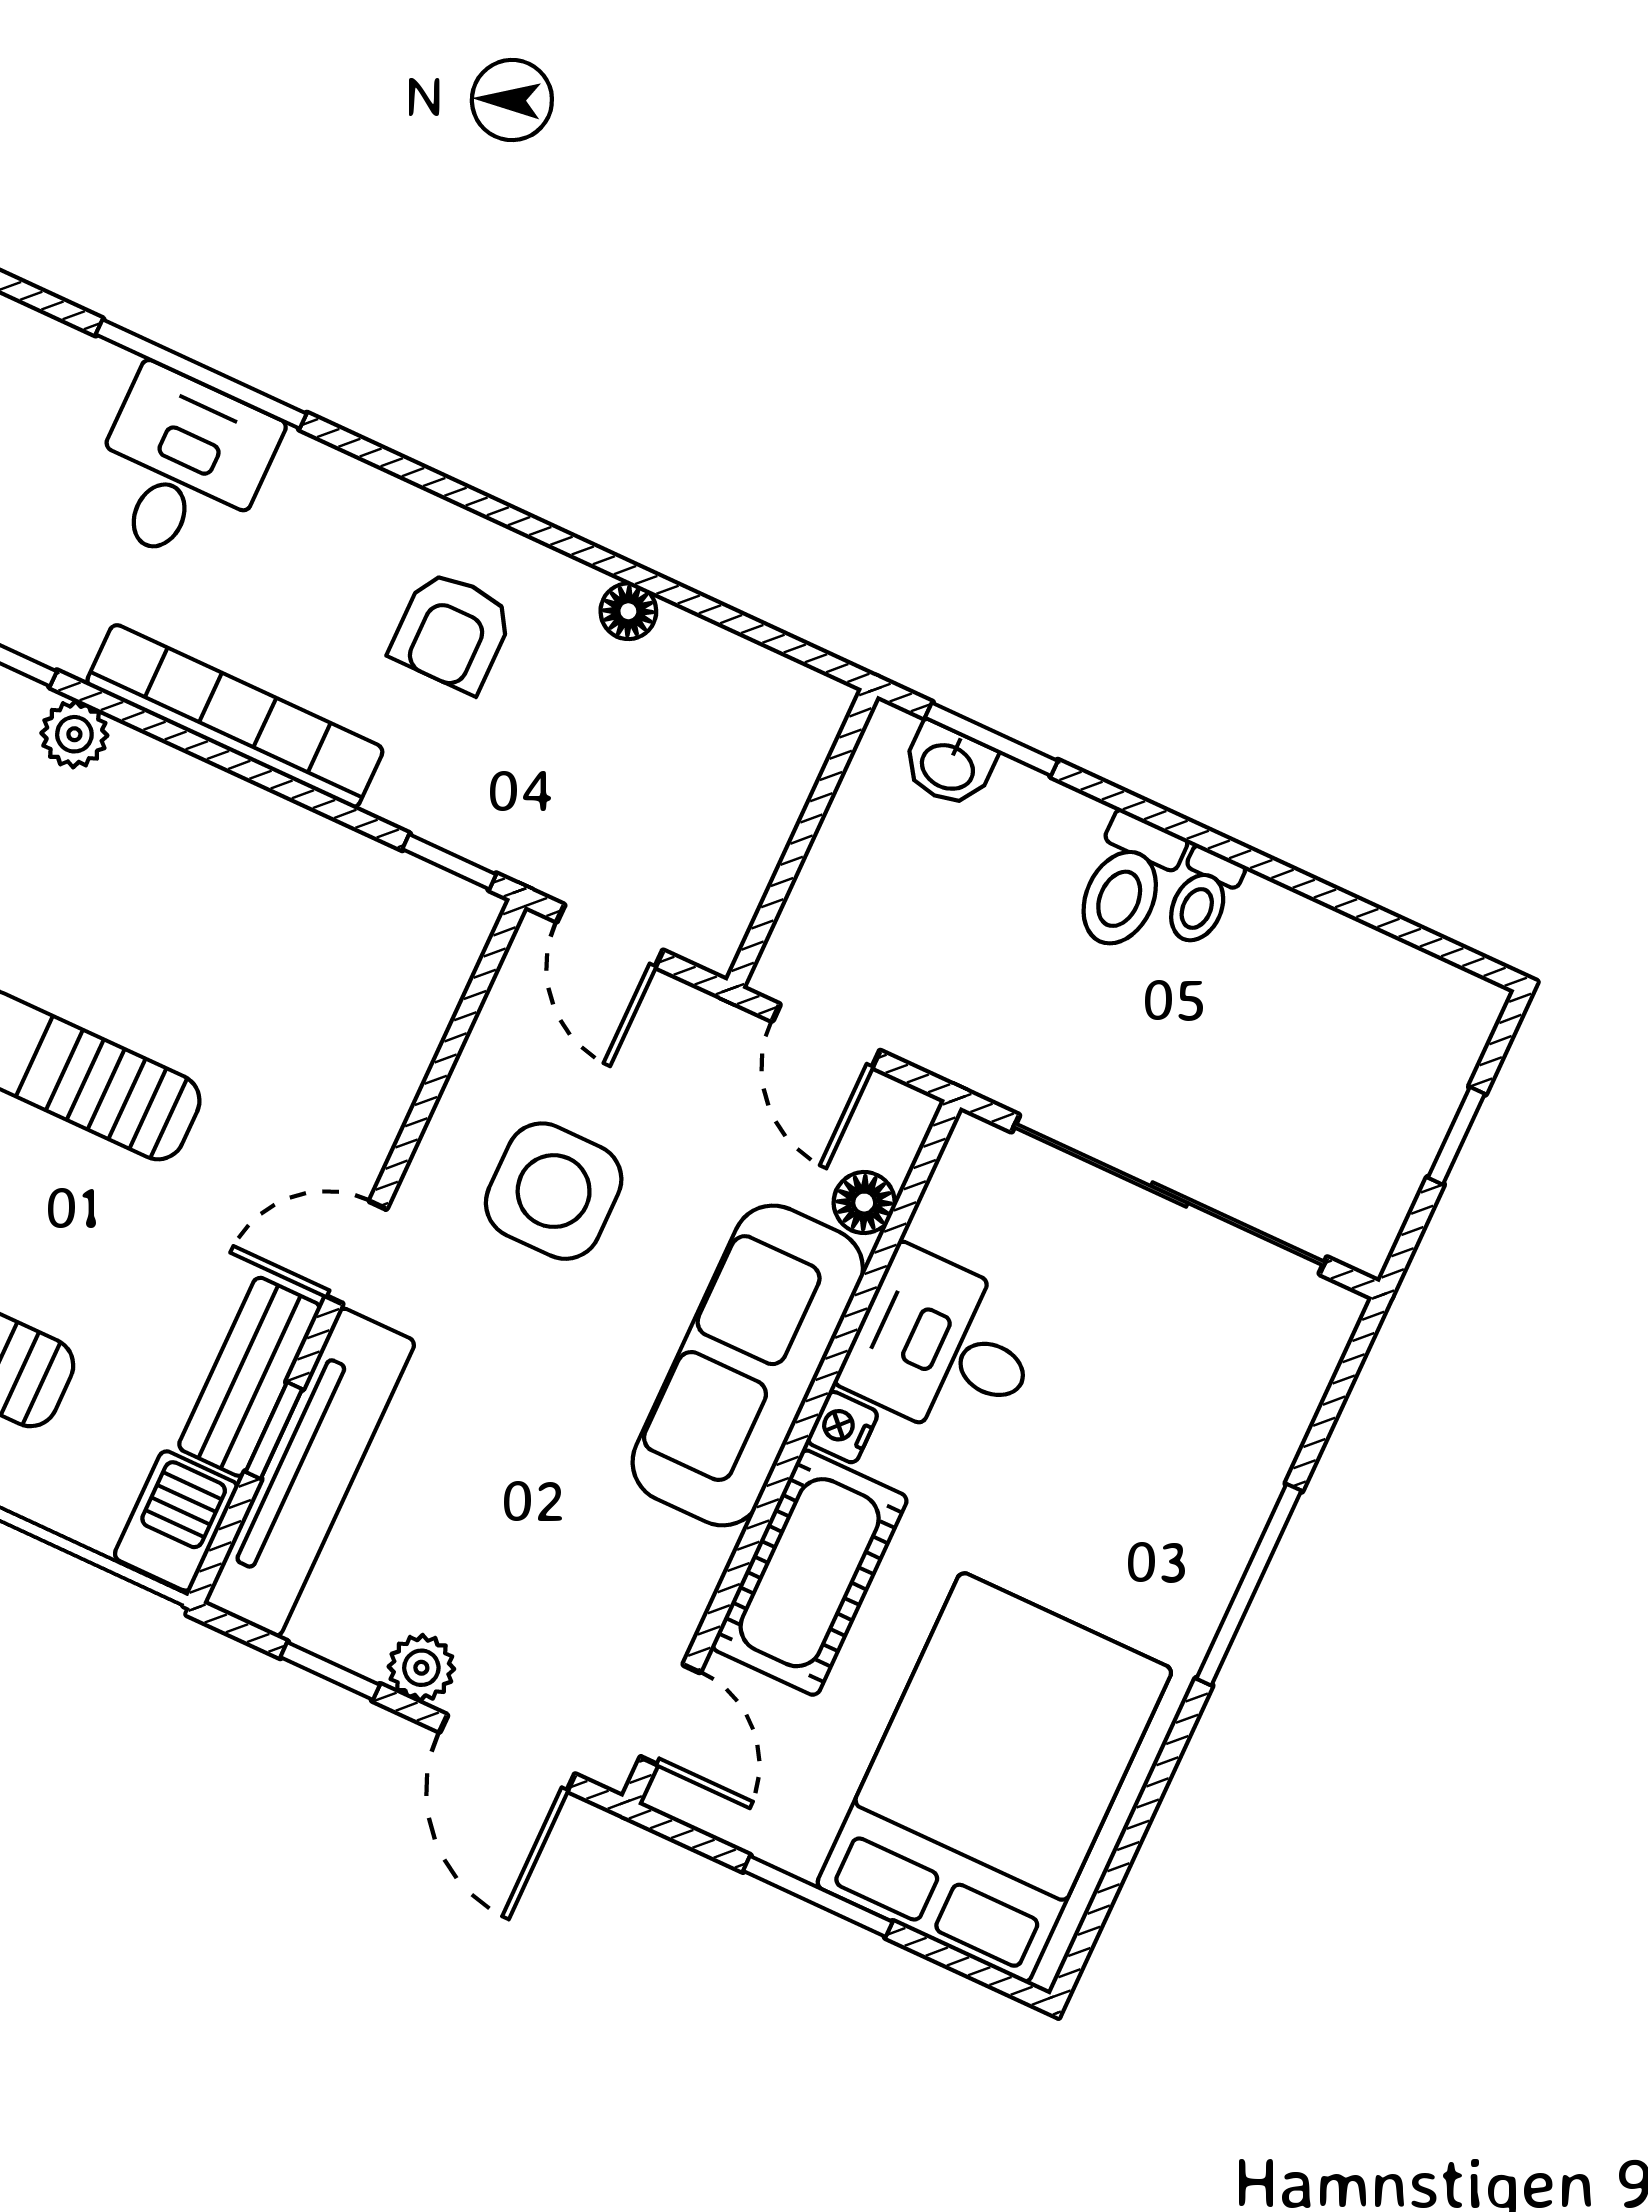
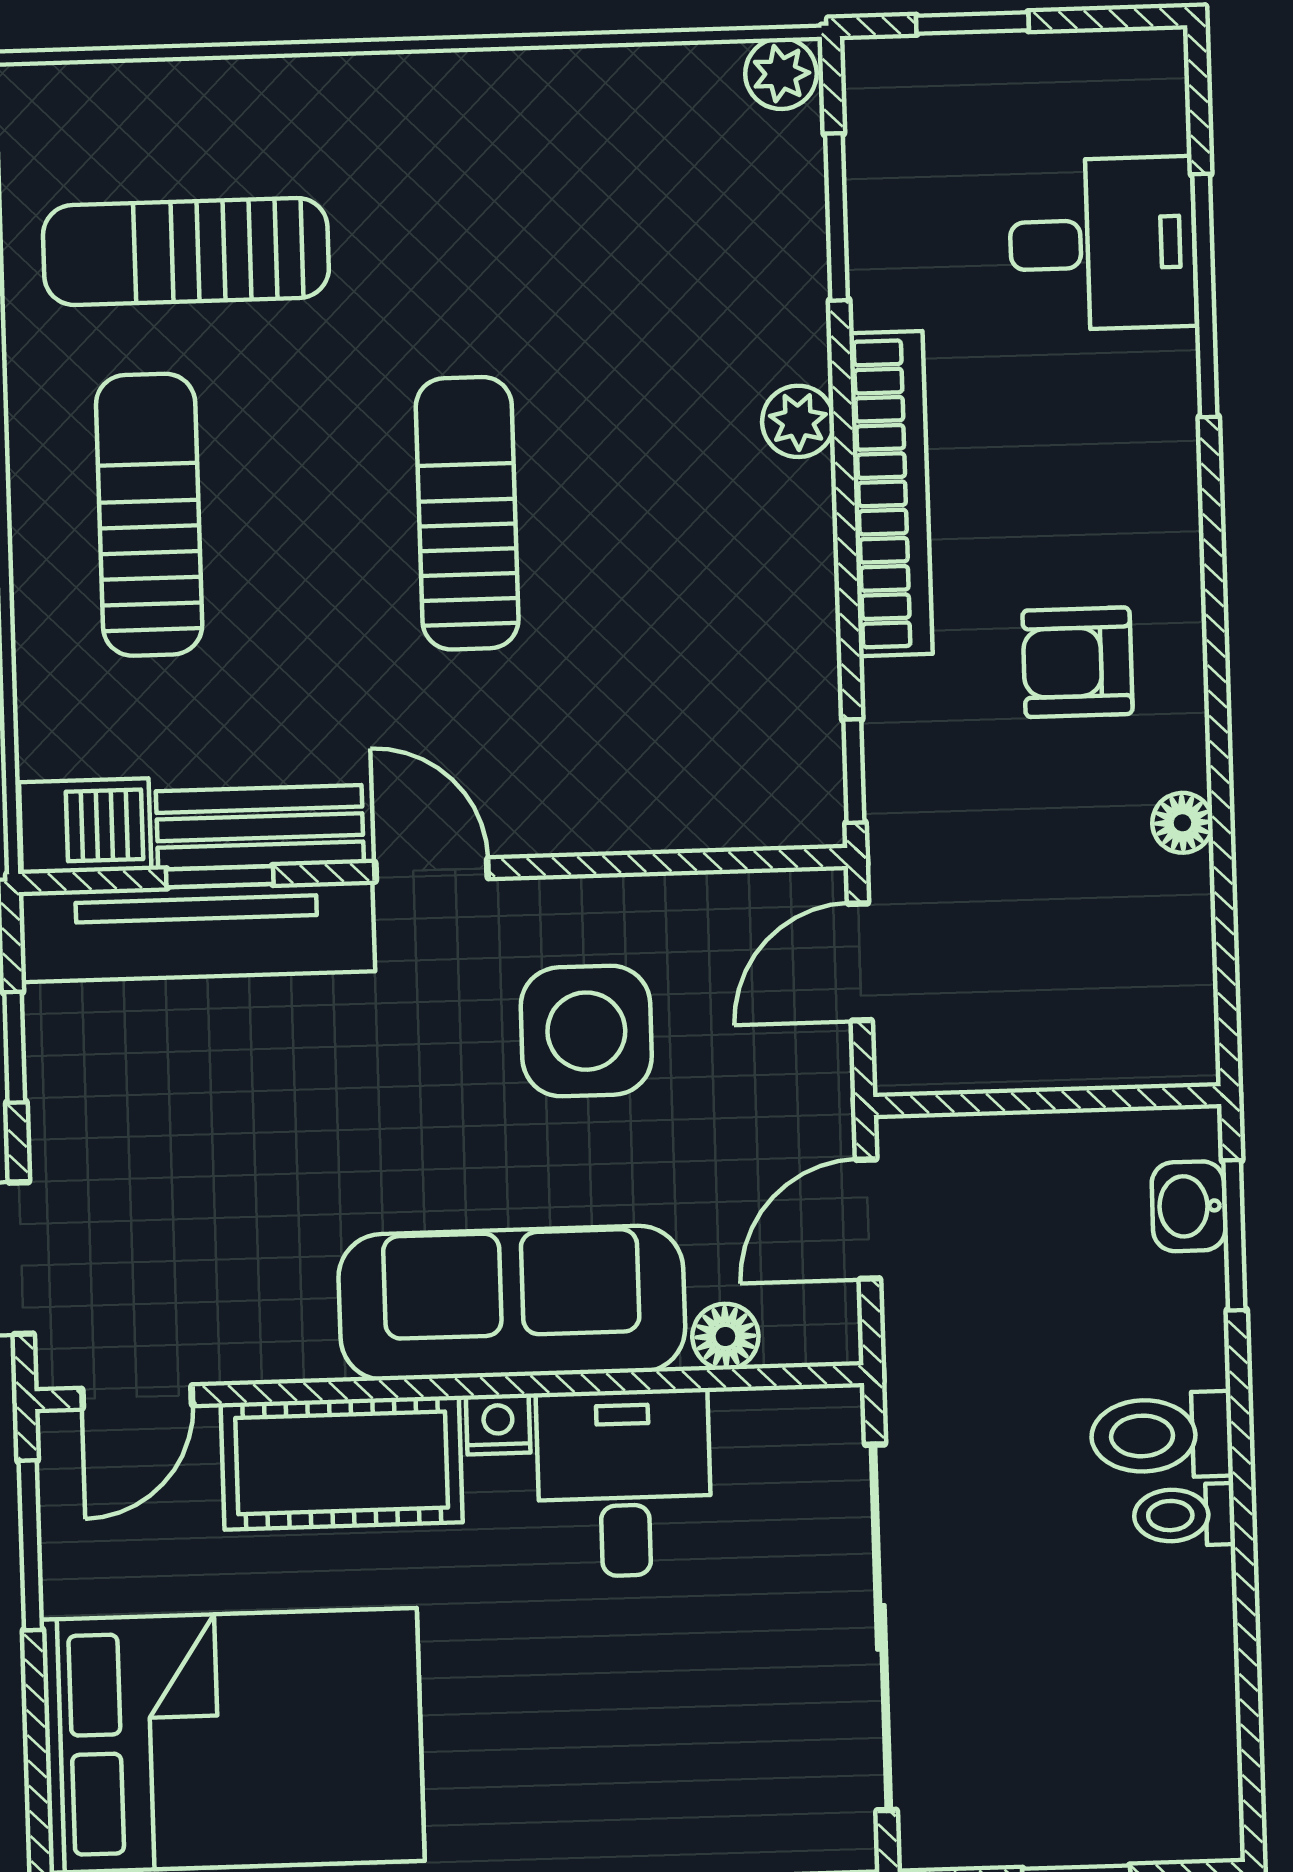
desk: (181, 468) -> (1102, 244), moved
plant: (74, 734) -> (798, 421), moved
plant: (421, 1668) -> (62, 1134), removed
window: (818, 1896) -> (30, 1545), moved

